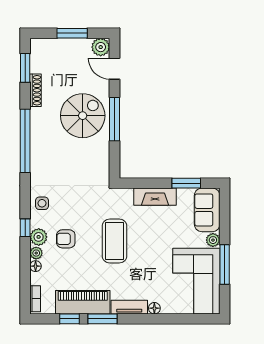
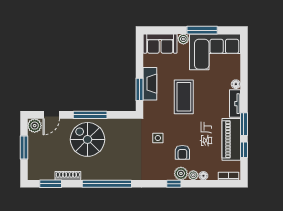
window: (186, 183) -> (140, 89), moved
side table: (42, 203) -> (158, 138), moved
coffee table: (114, 241) -> (184, 97), moved, turned 90

